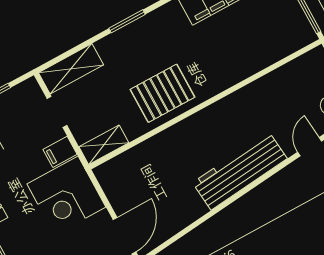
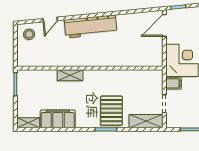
pallet: (162, 93) -> (111, 111), moved, turned 90
shelving: (104, 145) -> (70, 75), moved

